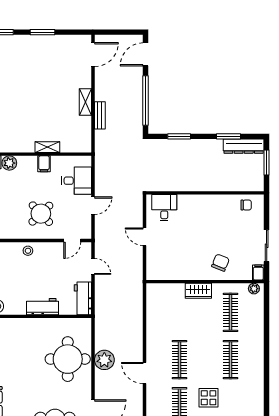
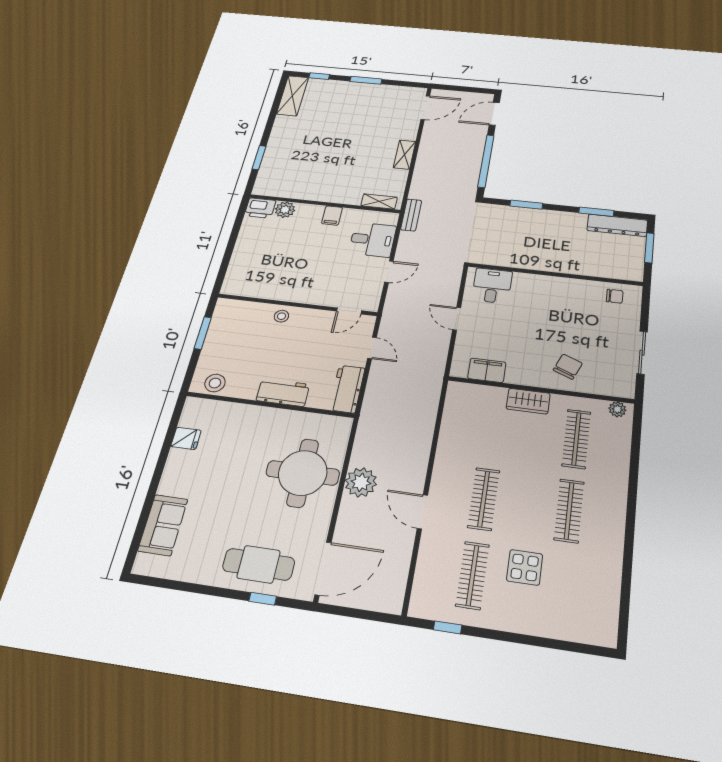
bench: (100, 115) -> (411, 215), moved
shelving: (47, 147) -> (379, 202), moved
round table: (41, 214) -> (312, 273), removed
filing cabinet: (258, 273) -> (487, 370), moved, width x2.00

